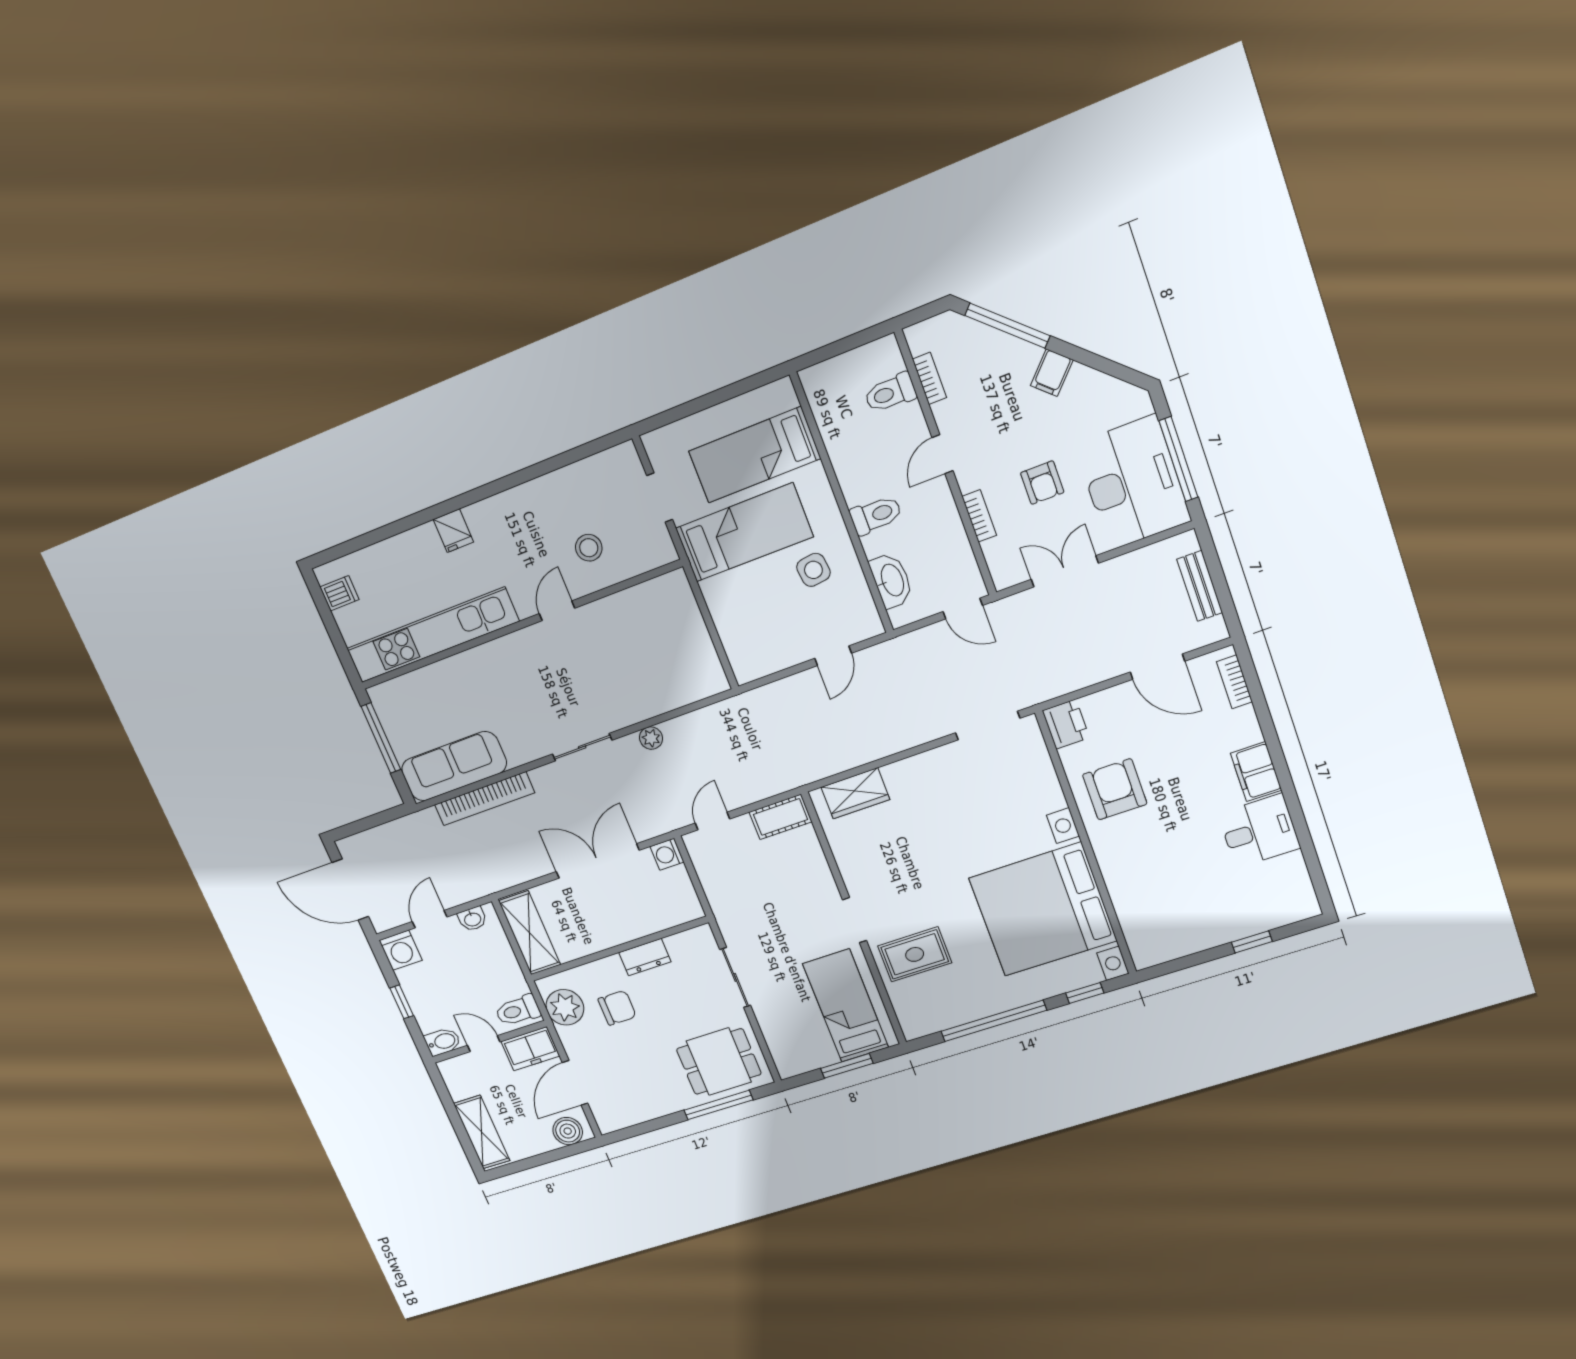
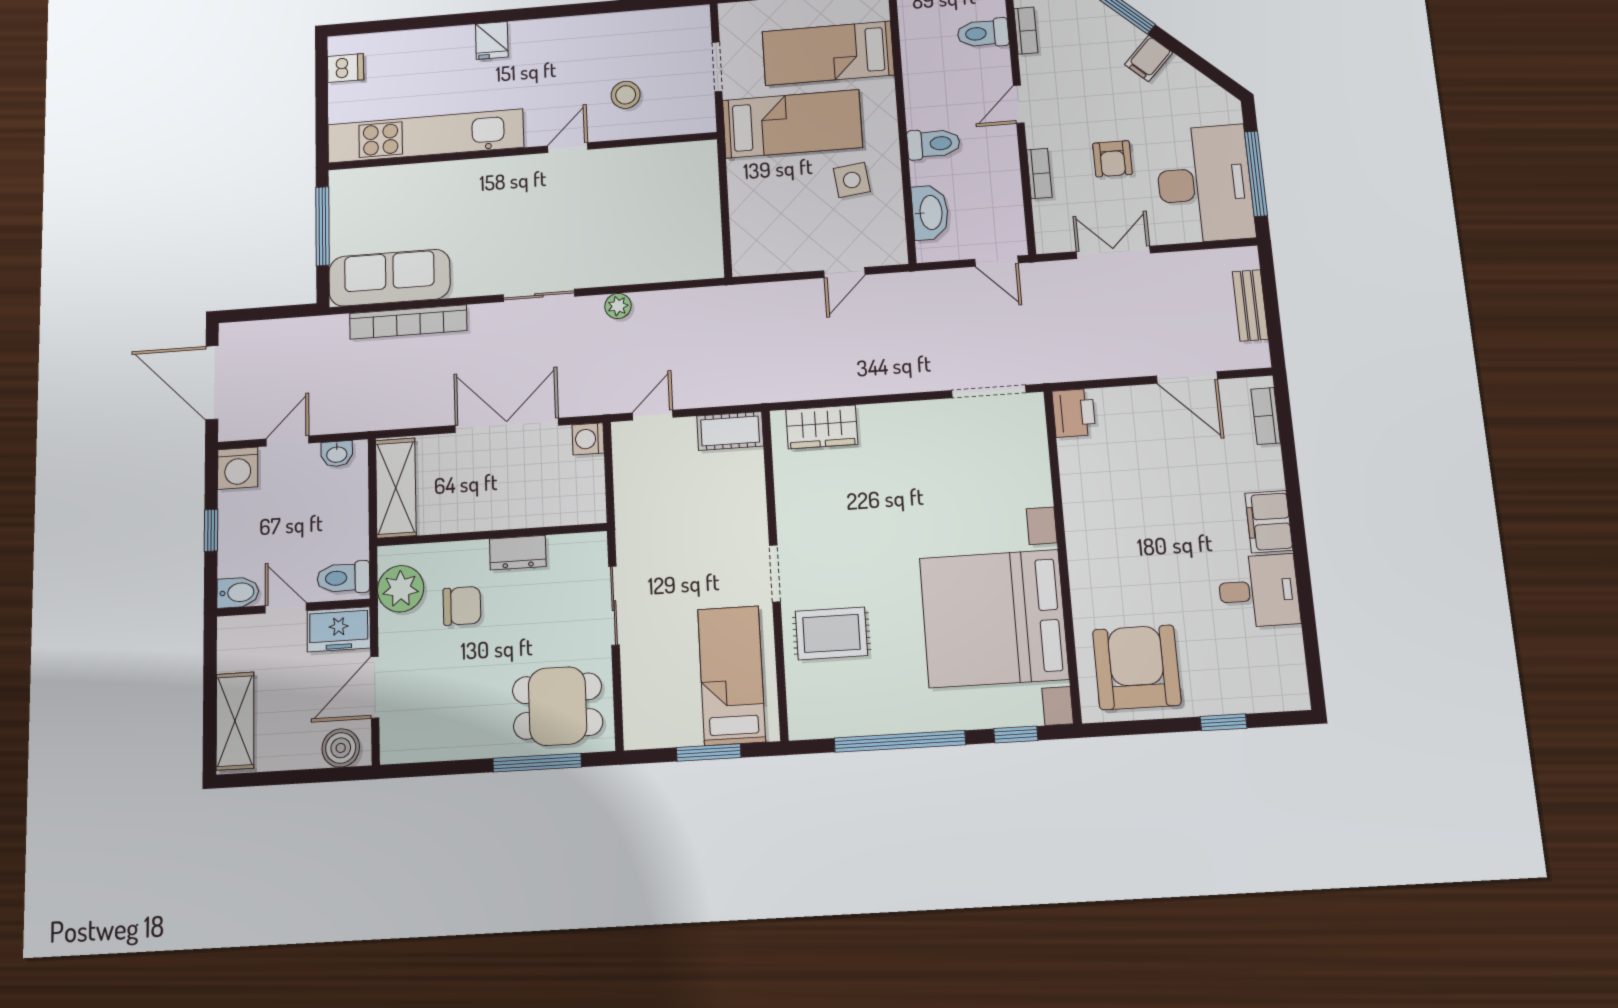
armchair: (1115, 789) -> (1137, 667), moved, width x1.36, depth x1.36

